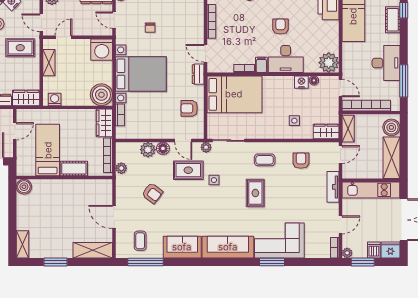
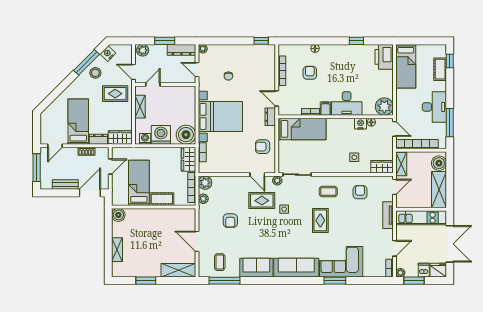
armchair: (280, 26) -> (310, 73), moved
washing machine: (102, 50) -> (161, 135), moved, turned 180
bed: (234, 94) -> (302, 129), width x0.67
floor lamp: (163, 148) -> (240, 182), removed
plant: (148, 150) -> (205, 183), moved
armchair: (152, 193) -> (230, 221), turned 53
shelving: (23, 244) -> (117, 250), moved

